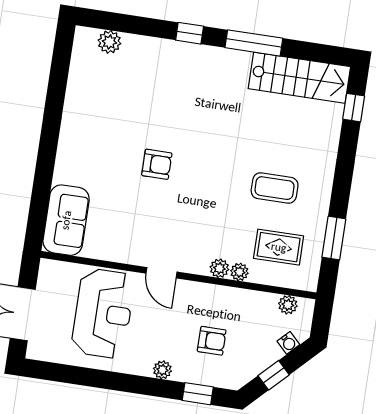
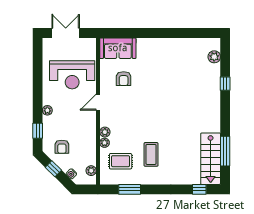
window: (190, 33) -> (225, 84), moved
window: (254, 43) -> (225, 151), moved
armchair: (157, 164) -> (124, 79), moved
rug: (279, 247) -> (121, 161), turned 90
armchair: (212, 341) -> (62, 147), moved

